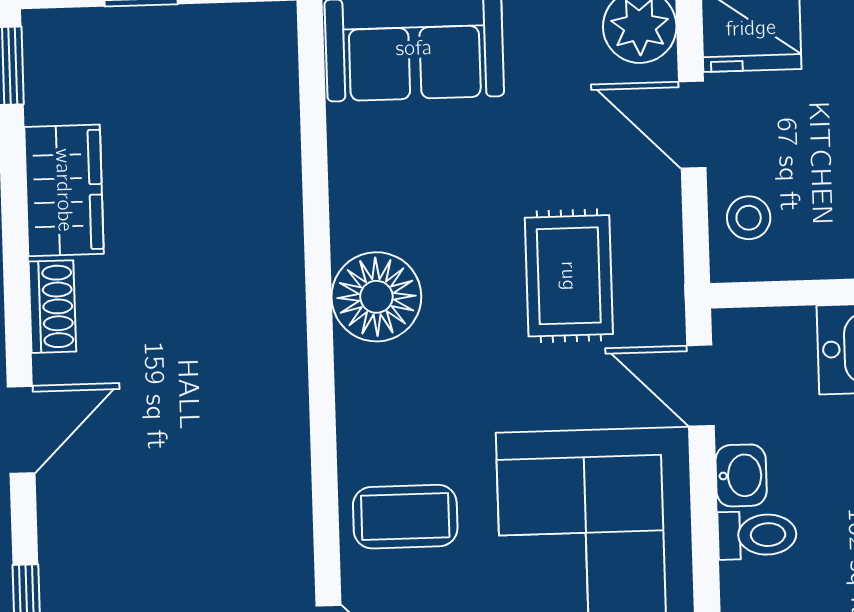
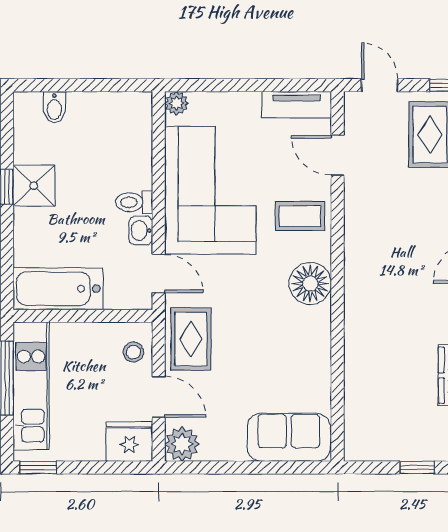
rug: (569, 276) -> (191, 339), moved
floor lamp: (376, 297) -> (310, 283), moved

